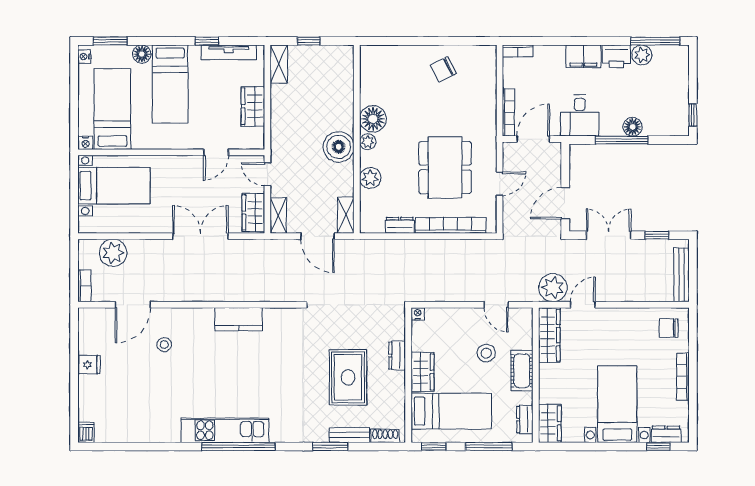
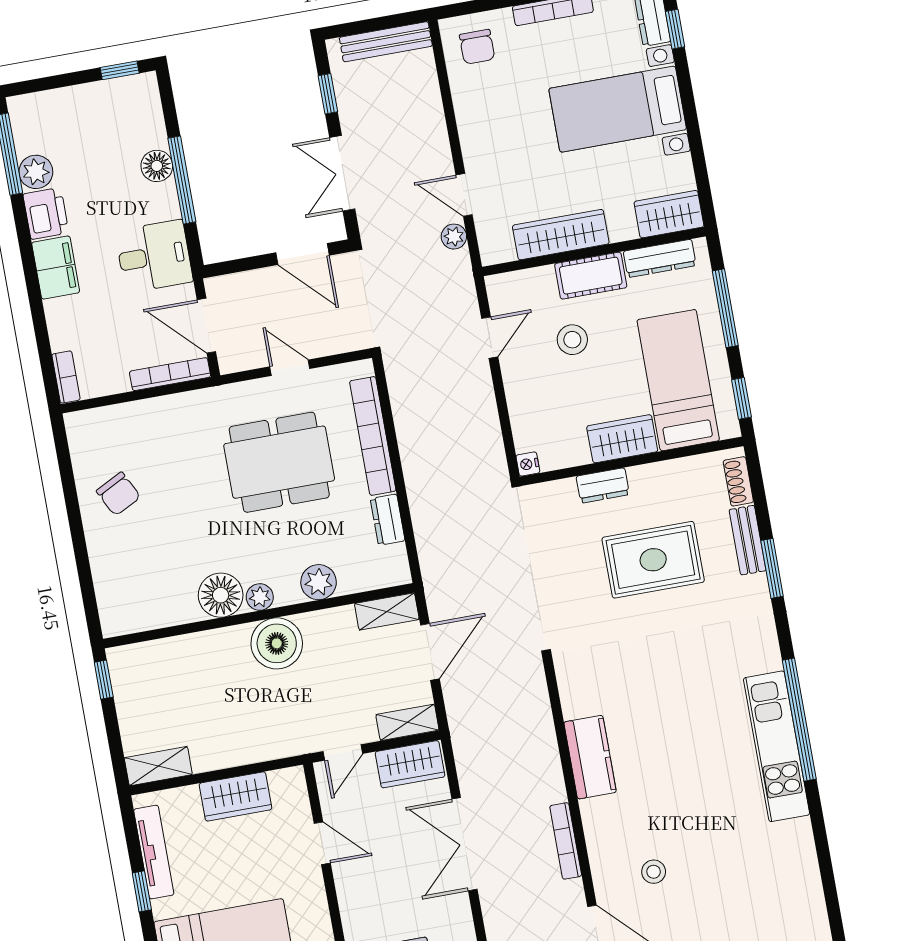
window: (309, 41) -> (104, 680), moved
plant: (553, 288) -> (454, 237), width x0.53, depth x0.53
bookcase: (192, 296) -> (566, 841), added
wardrobe: (549, 335) -> (561, 235), moved
dresser: (525, 419) -> (660, 258), width x1.44

